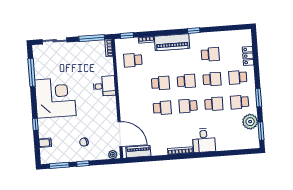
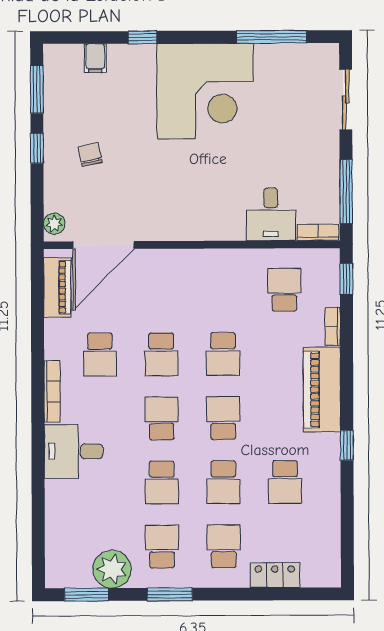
school desk: (186, 81) -> (223, 418), turned 180
desk: (104, 86) -> (271, 214), moved
school desk: (164, 133) -> (100, 354), added

